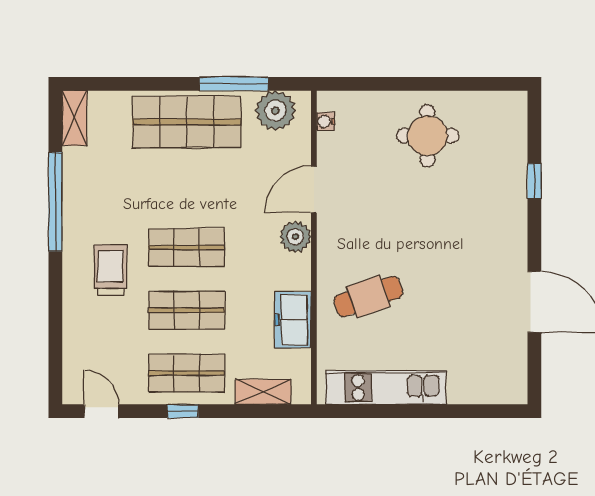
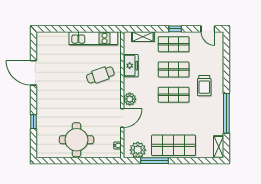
round table: (428, 136) -> (76, 140), width x1.36, depth x1.36

